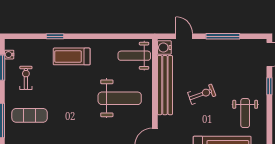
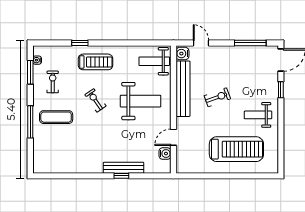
window: (223, 36) -> (250, 43), moved
treadmill: (72, 56) -> (96, 62), turned 180
exercise bike: (72, 98) -> (95, 100), added
weight bench: (245, 113) -> (258, 115), turned 90

